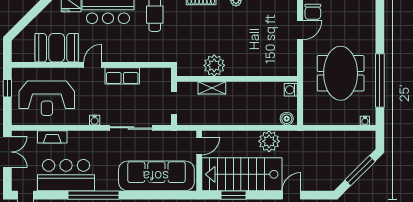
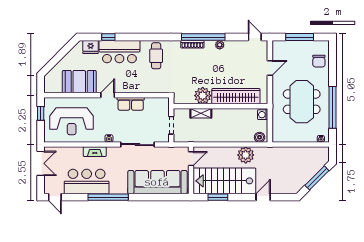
chair: (313, 12) -> (319, 61), moved
wardrobe: (257, 66) -> (236, 96), added
fireplace: (52, 137) -> (95, 152), moved

